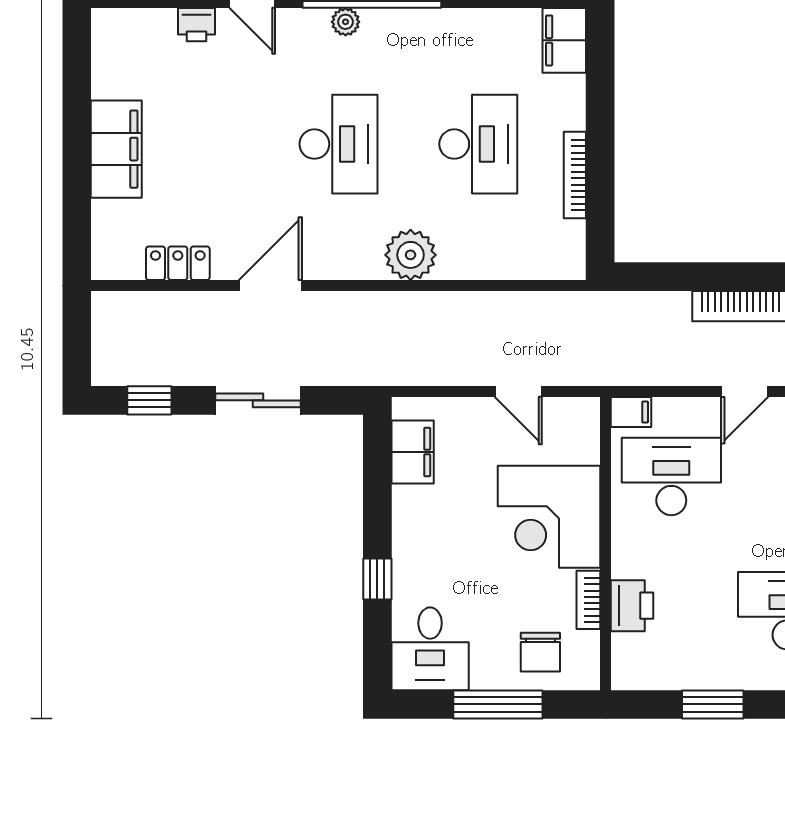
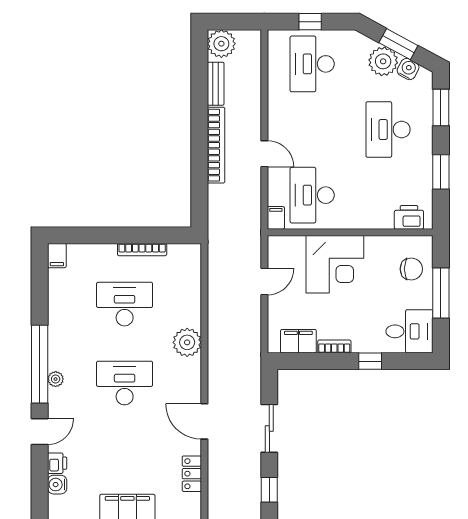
water cooler: (159, 25) -> (57, 485), added
filing cabinet: (564, 40) -> (57, 256), width x0.50
bookcase: (588, 600) -> (334, 346), moved, turned 180
printer: (632, 606) -> (409, 217), moved

